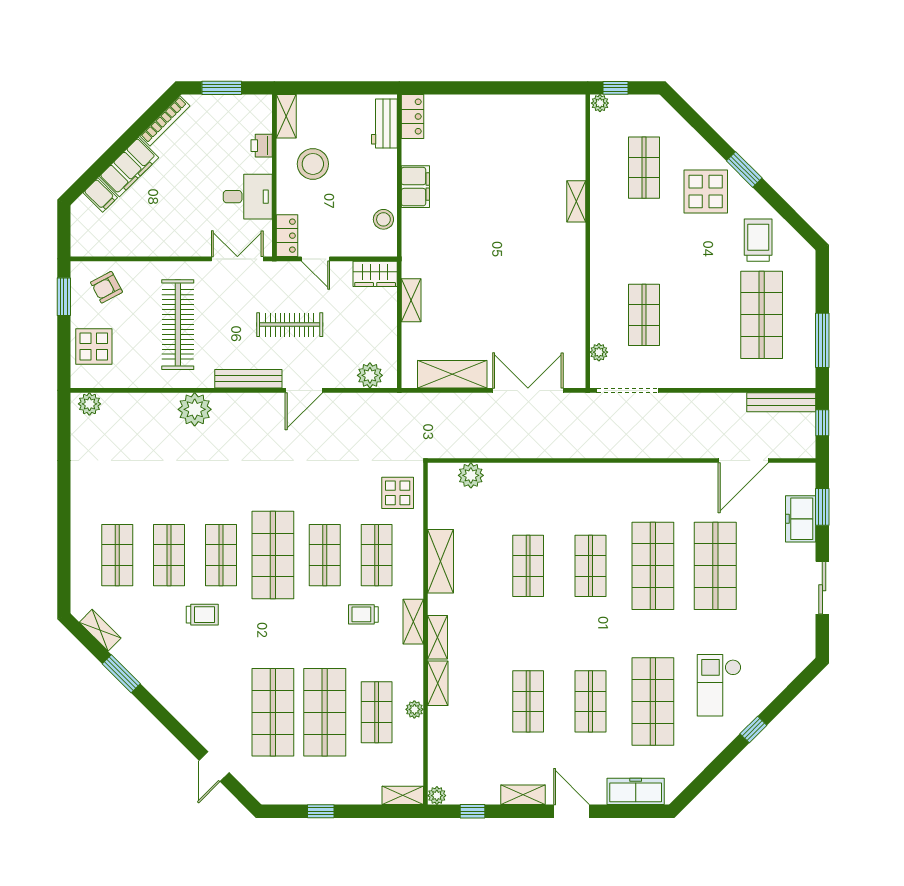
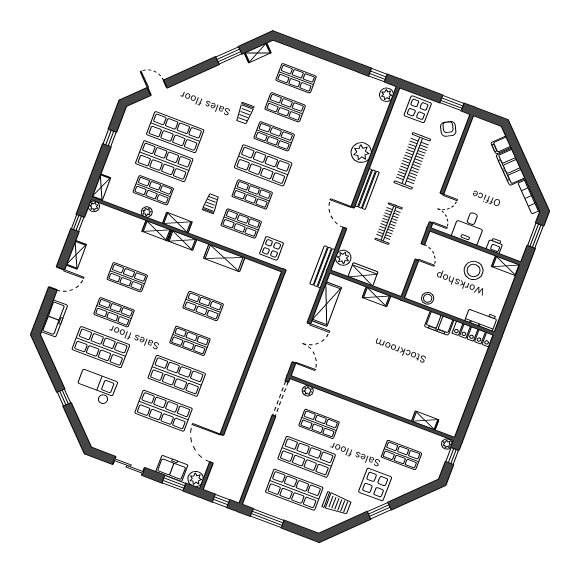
locker: (413, 116) -> (473, 334), width x1.53
shelving: (576, 201) -> (425, 421), moved
locker: (287, 236) -> (439, 241), removed
door: (316, 259) -> (420, 252), swing flipped
wardrobe: (375, 274) -> (363, 274), moved, turned 90
shop shelf: (703, 315) -> (307, 457), added
clothes rail: (178, 325) -> (412, 161), turned 90
bench: (781, 402) -> (323, 267), moved
window: (64, 429) -> (378, 75), added
plant: (471, 475) -> (196, 479), moved
shelving: (413, 622) -> (177, 223), moved

